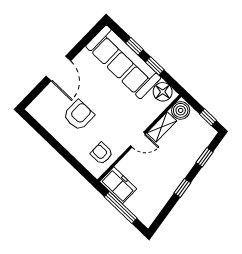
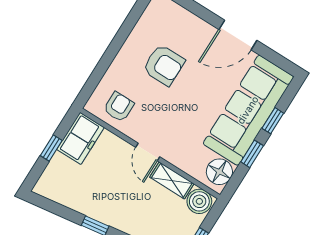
door: (58, 69) -> (238, 35), moved
window: (121, 207) -> (51, 148), width x0.46

